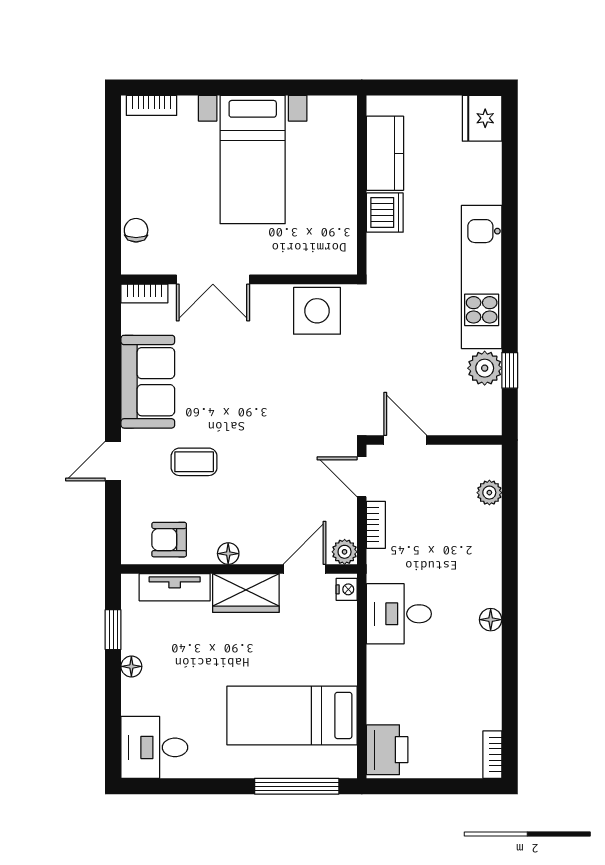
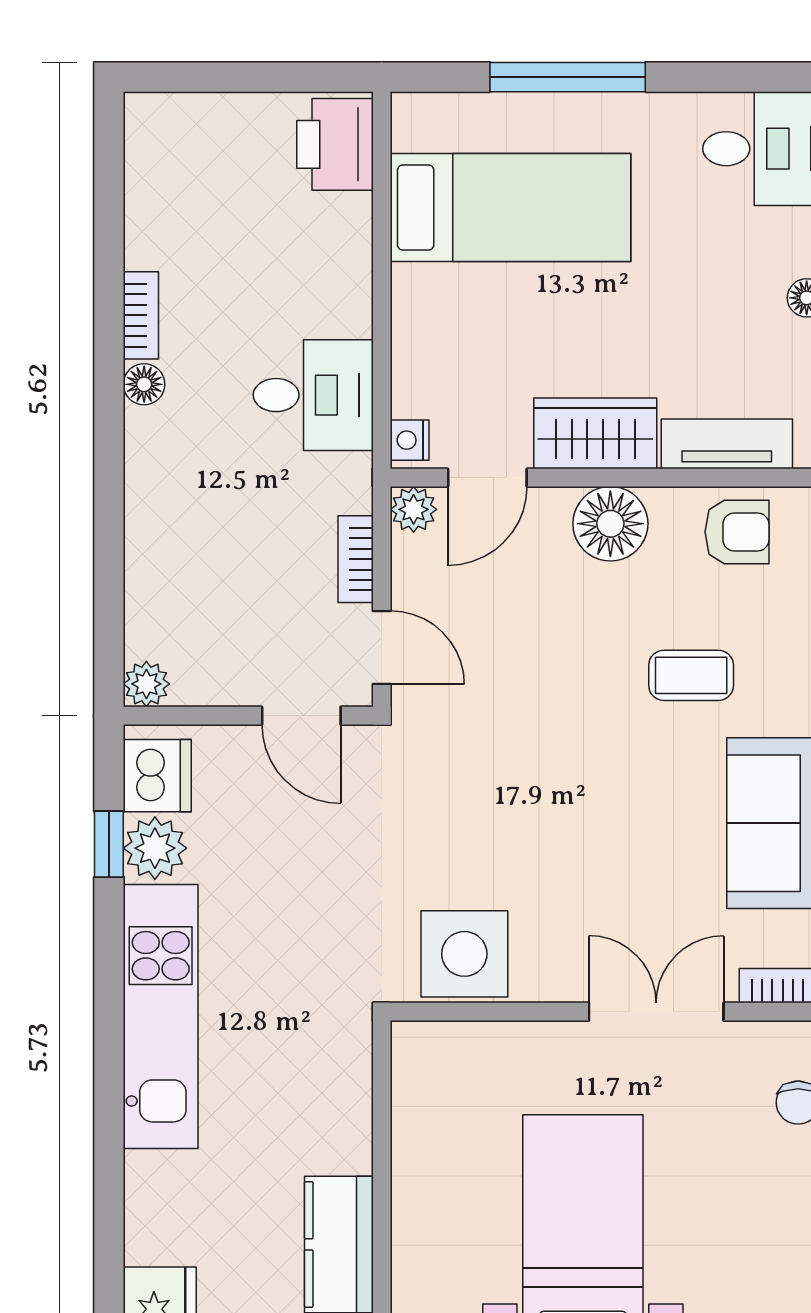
dishwasher: (385, 213) -> (157, 776), moved, turned 180
plant: (489, 493) -> (146, 684), moved
floor lamp: (228, 554) -> (610, 524), width x1.89, depth x1.89
bookcase: (492, 755) -> (141, 315), moved
window: (297, 786) -> (568, 77), moved

